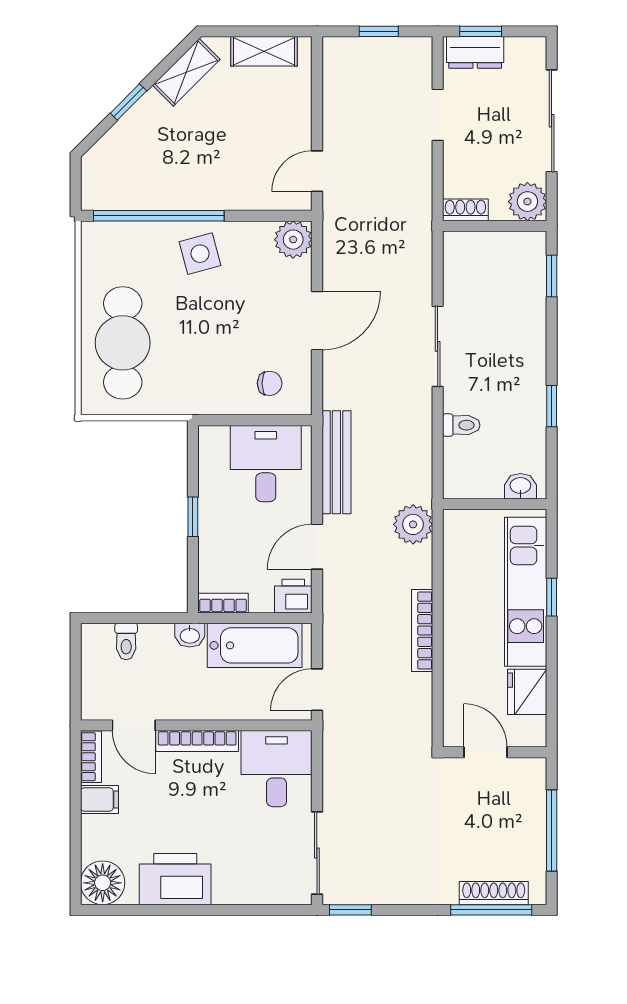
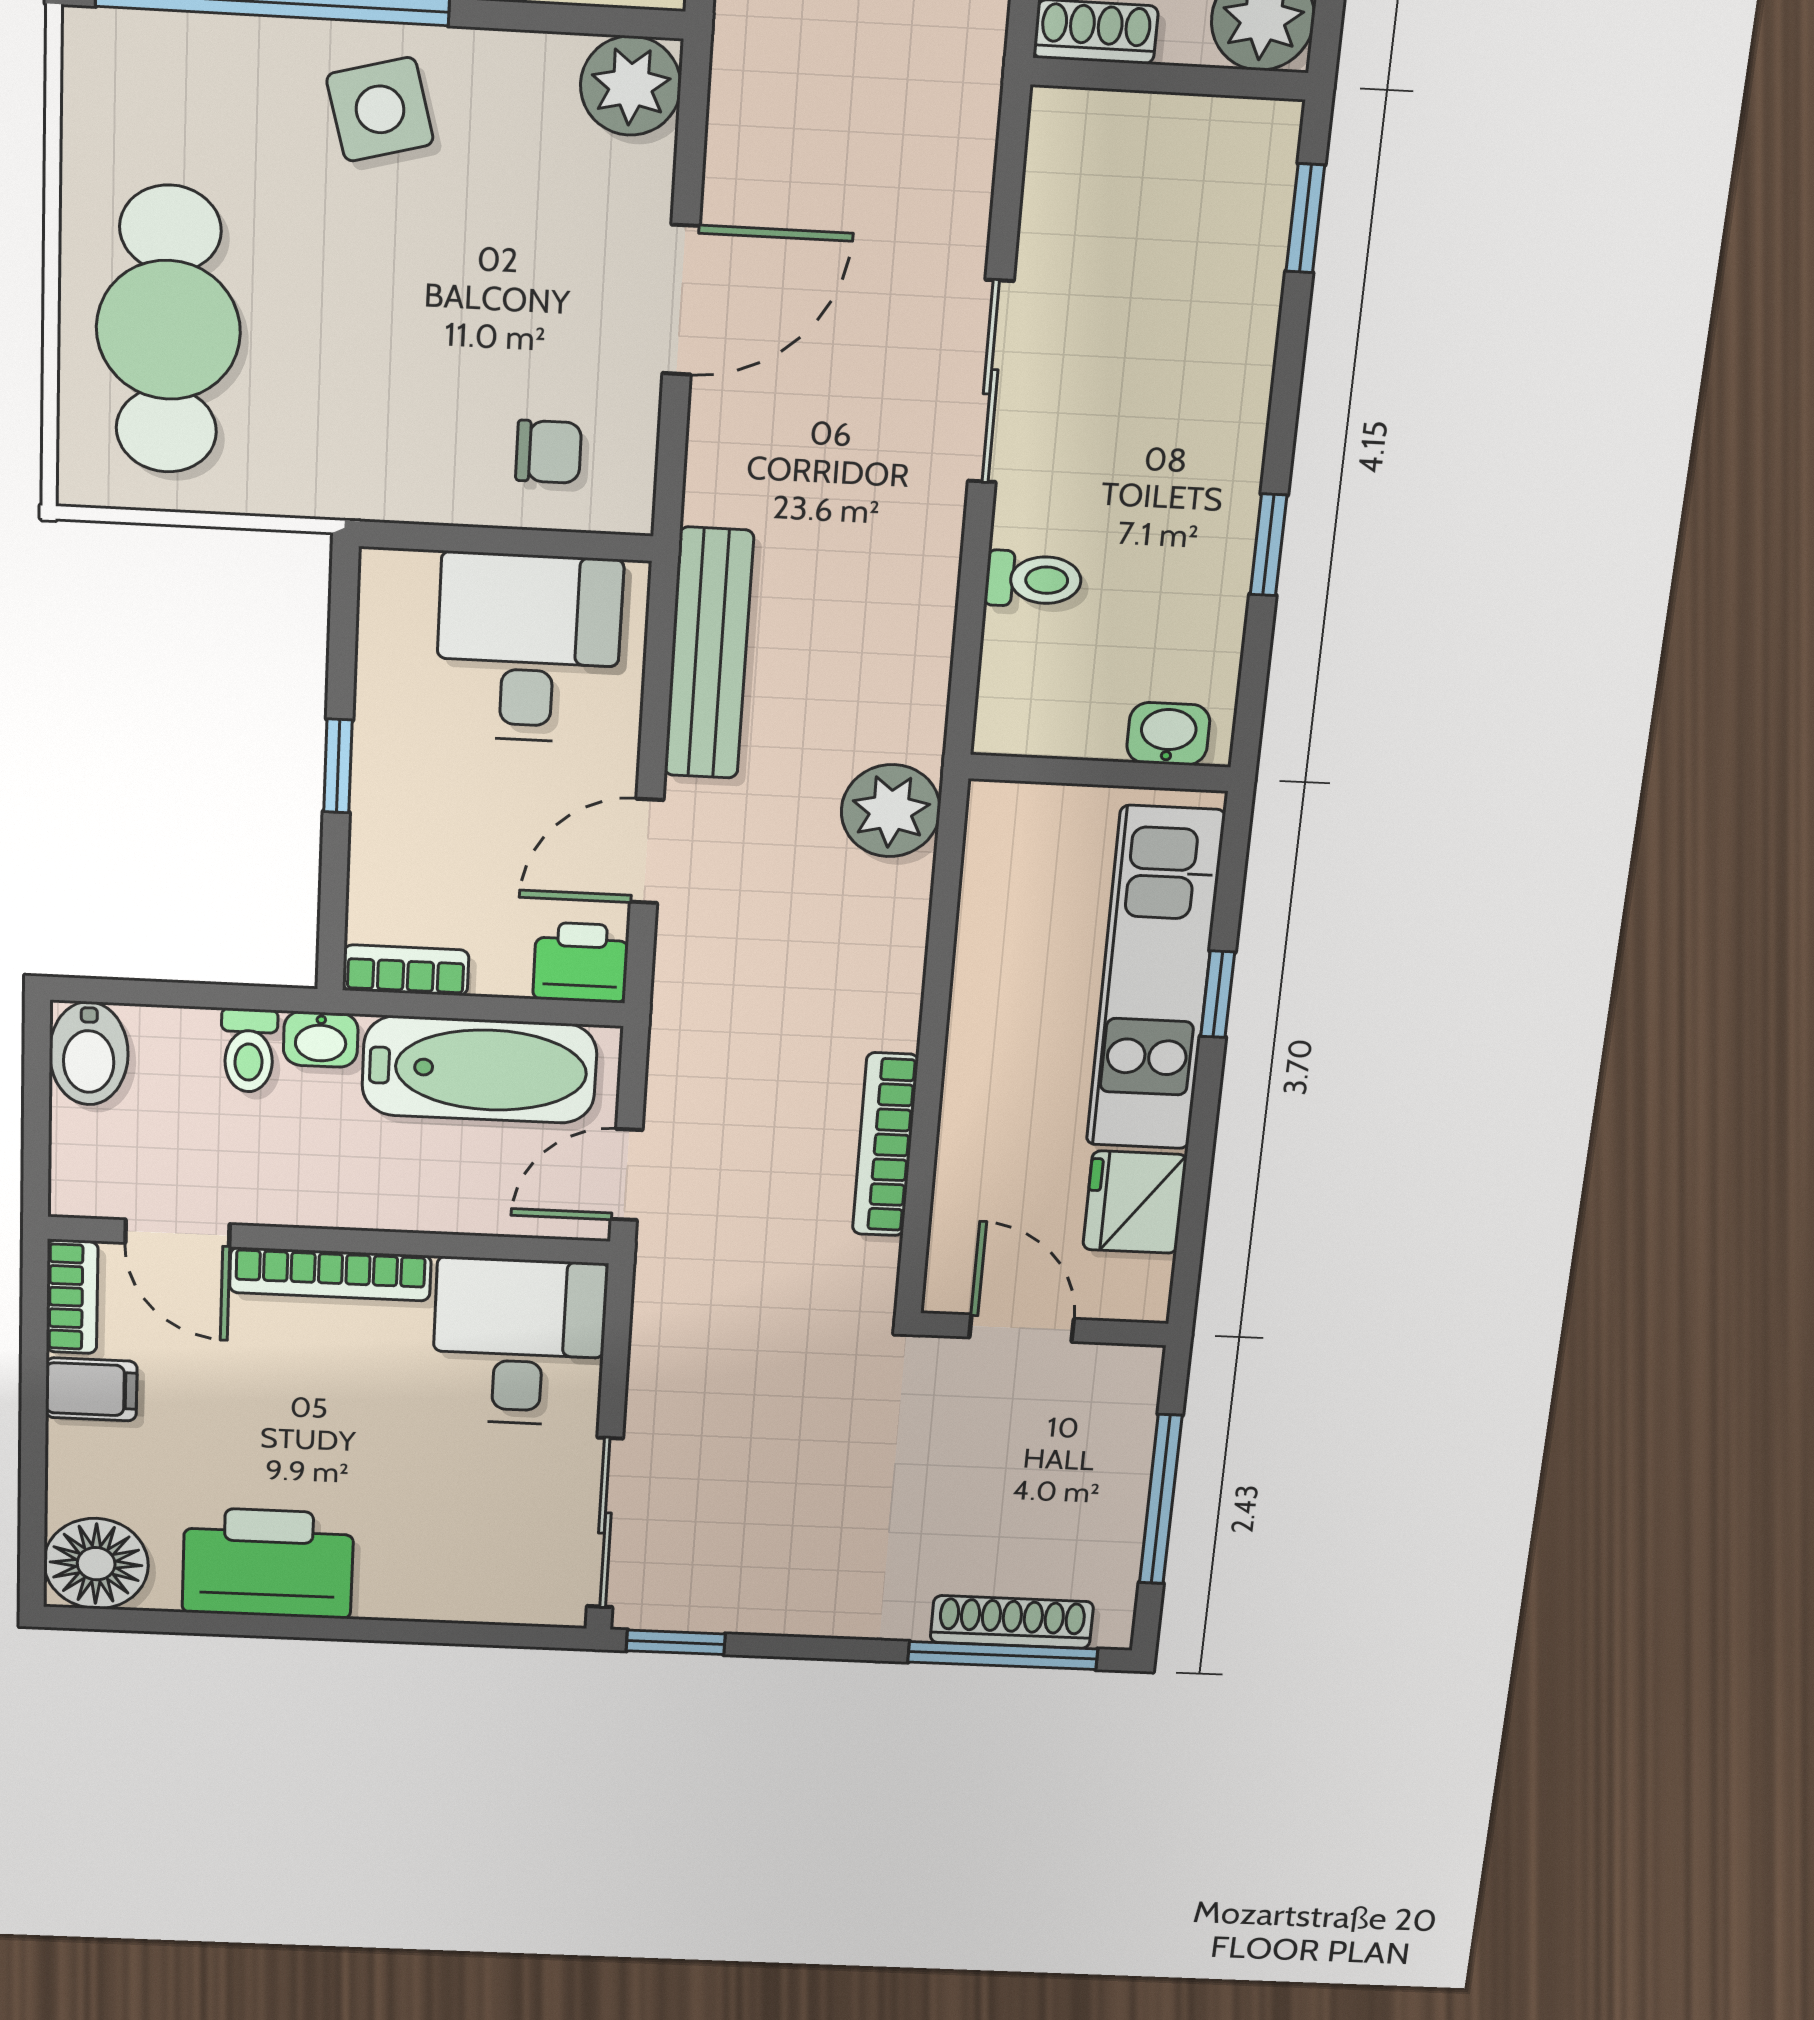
bookcase: (422, 631) -> (885, 1145), moved
toilet: (126, 642) -> (249, 1050), moved
bidet: (96, 646) -> (89, 1053), added

